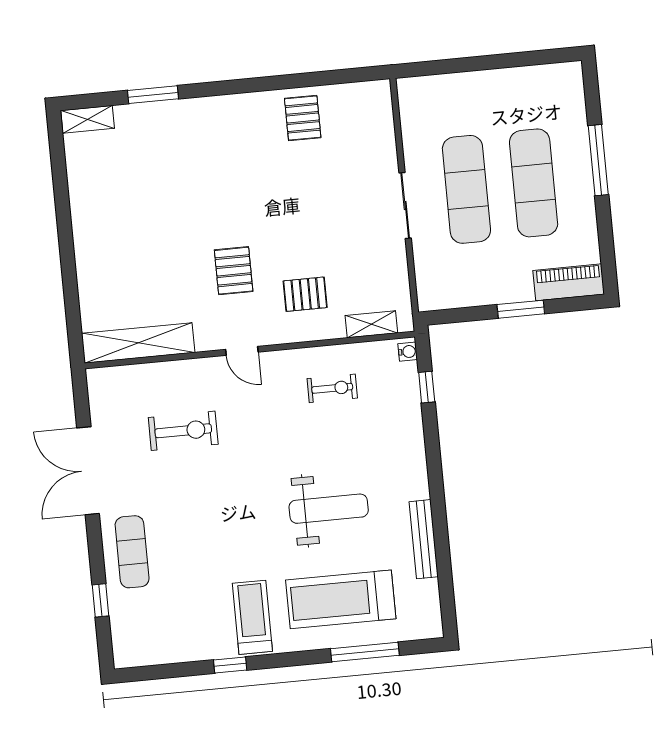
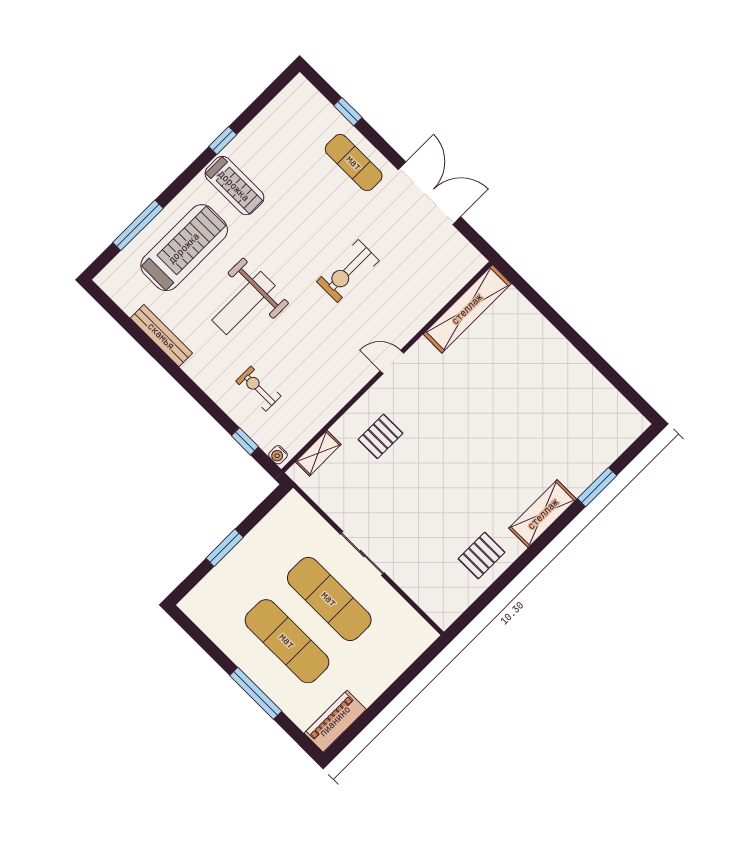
pallet: (303, 118) -> (482, 555), turned 90
shelving: (88, 119) -> (543, 514), moved, width x1.50, depth x1.33
pallet: (234, 271) -> (443, 412), removed
piano: (569, 282) -> (335, 721), moved, turned 180
exercise bike: (332, 388) -> (258, 389), moved, turned 90
exercise bike: (183, 431) -> (348, 271), moved

